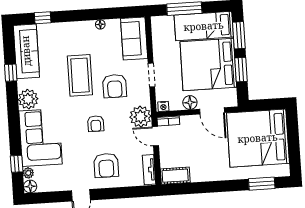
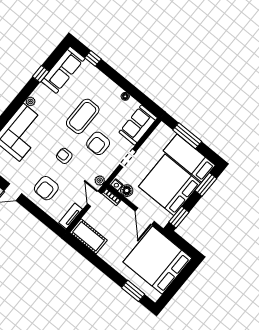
window: (241, 70) -> (179, 217), moved
plant: (28, 99) -> (30, 101), width x0.53, depth x0.53
floor lamp: (190, 103) -> (127, 191), moved
plant: (140, 117) -> (100, 180), width x0.53, depth x0.53
armchair: (96, 124) -> (64, 156), turned 90
cot: (175, 176) -> (88, 236), width x1.37, depth x1.34

